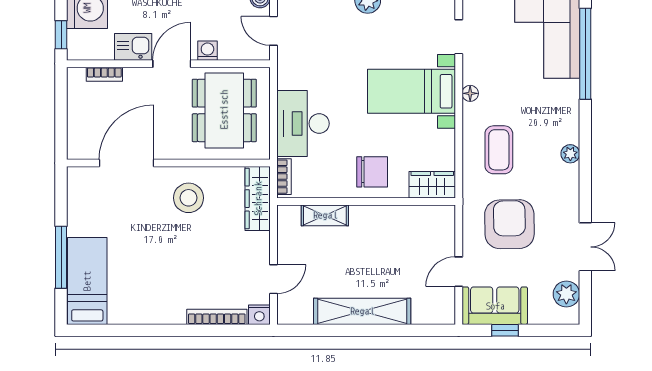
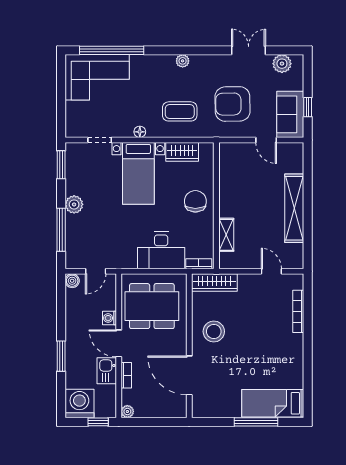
bookcase: (104, 74) -> (126, 375), moved
plant: (76, 76) -> (127, 412), added
wardrobe: (432, 185) -> (182, 152), moved, turned -90
nightstand: (259, 315) -> (297, 281), removed

